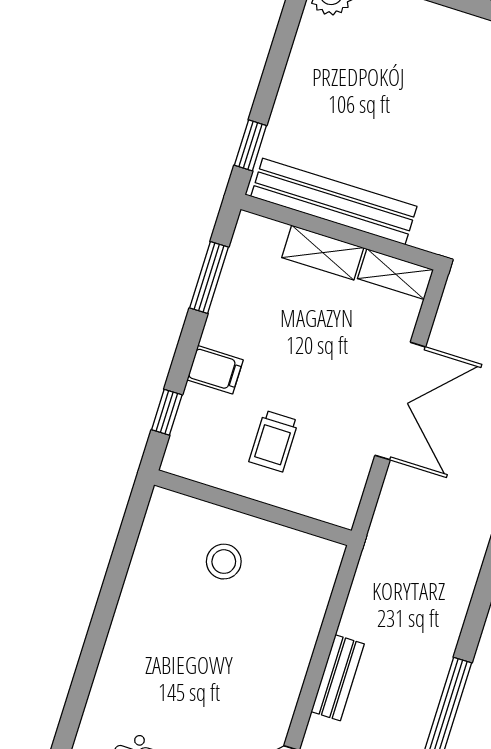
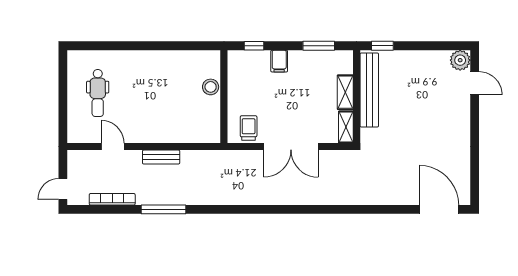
trolley: (274, 441) -> (249, 128), moved, turned 90
stool: (224, 562) -> (211, 87), moved

